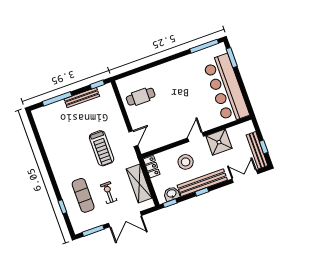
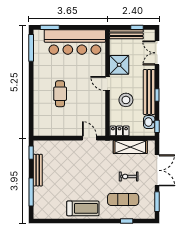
cafe table: (141, 97) -> (60, 94), moved
treadmill: (102, 148) -> (83, 208), moved
bench: (257, 150) -> (126, 34), moved

